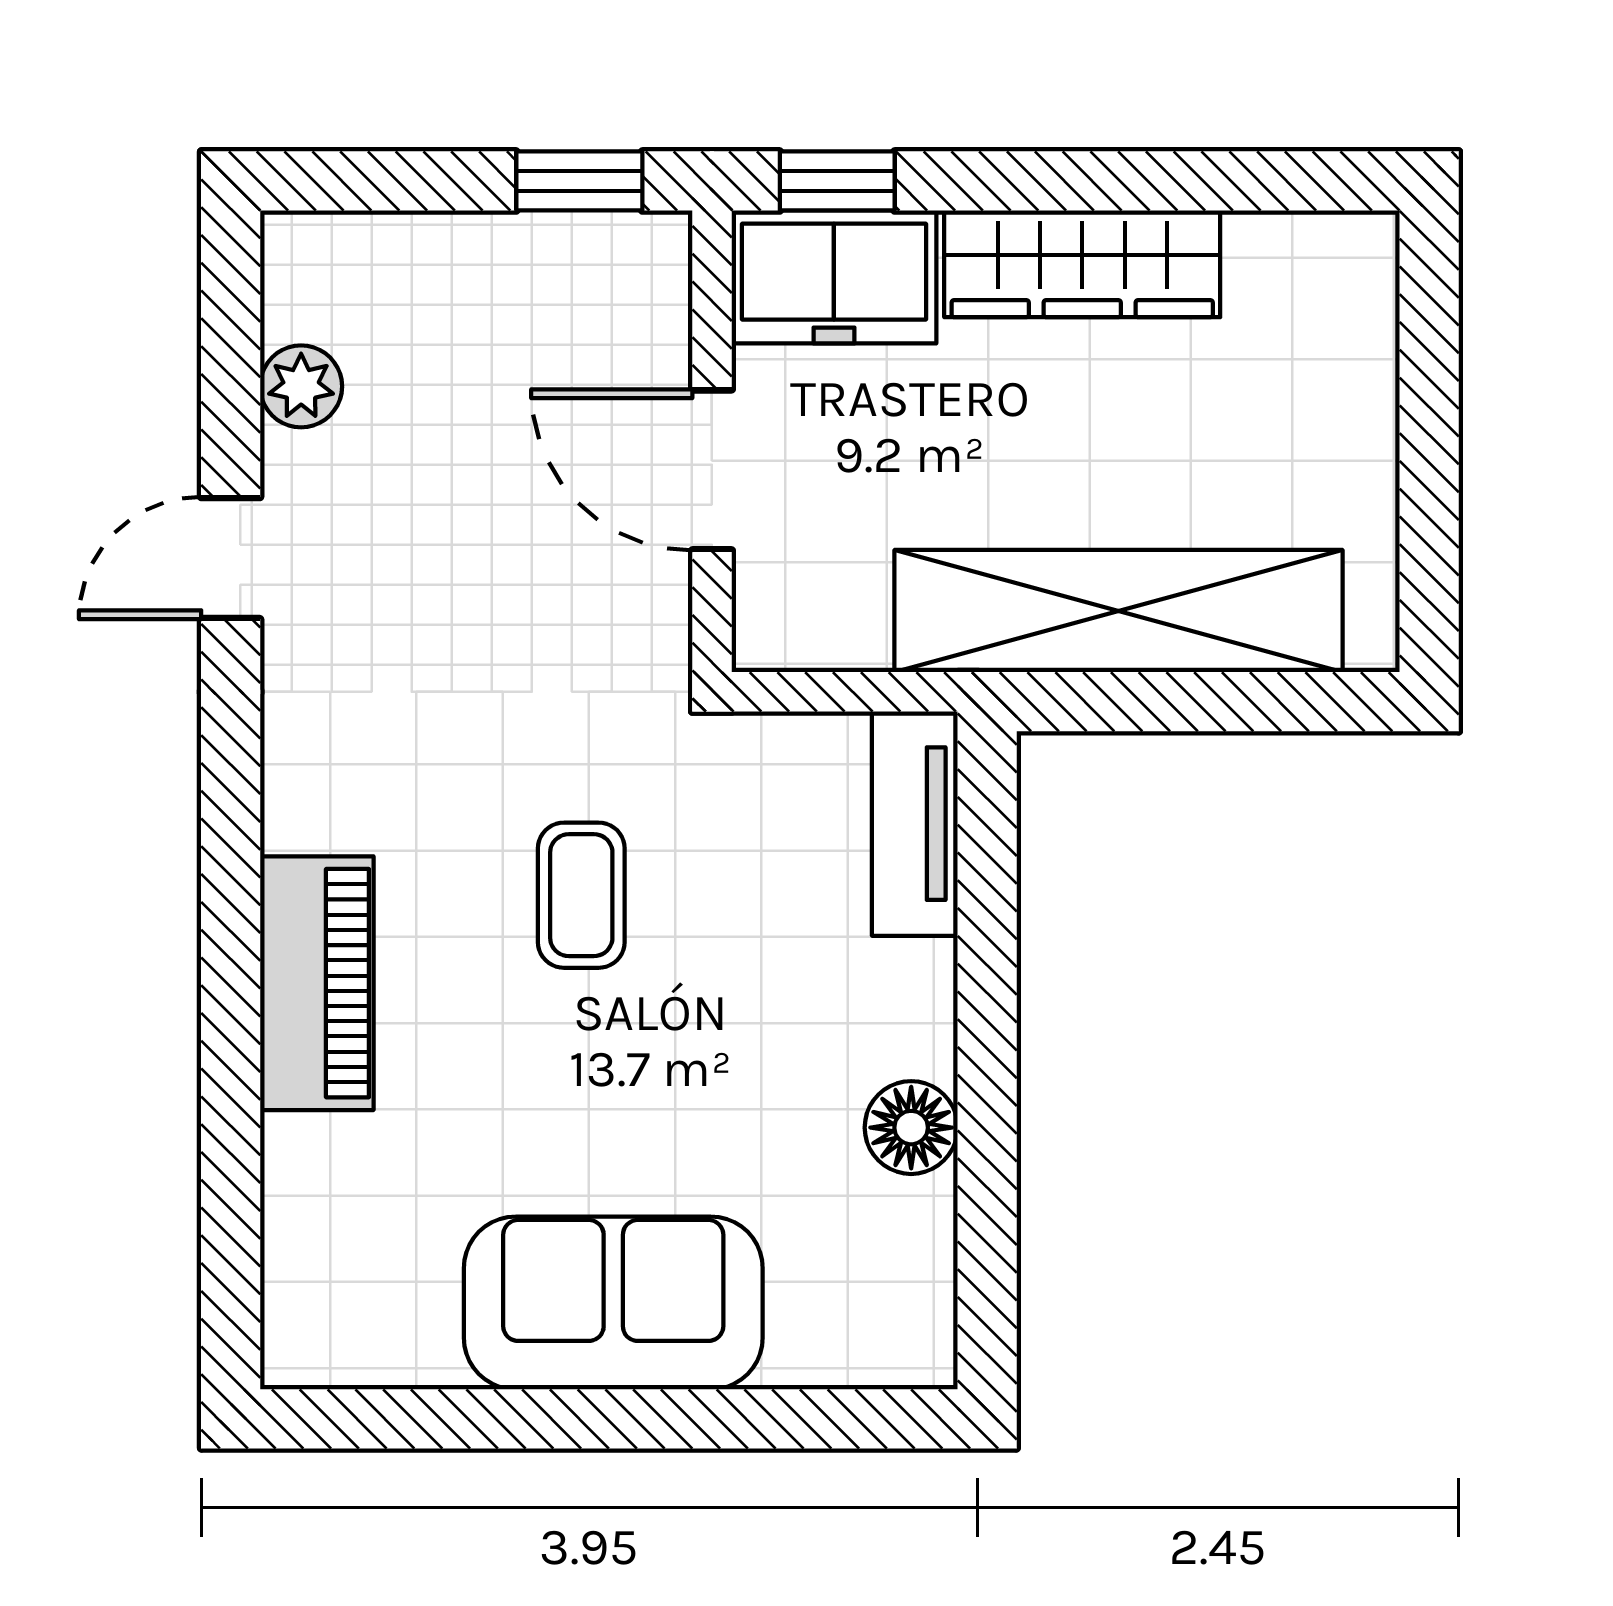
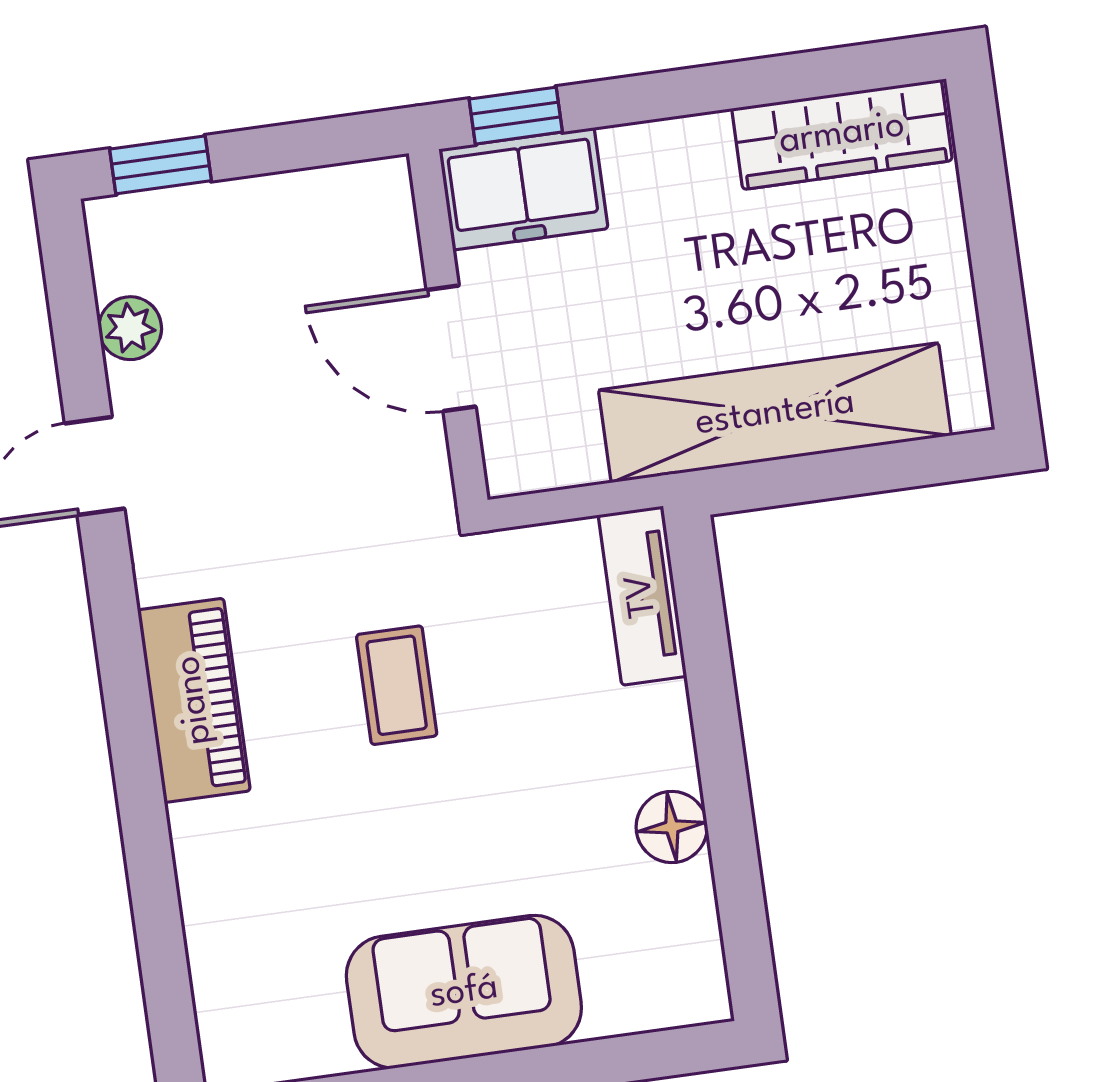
window: (579, 181) -> (161, 165), moved
wardrobe: (1082, 264) -> (842, 134), moved
piano: (317, 983) -> (194, 700), moved

